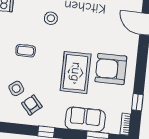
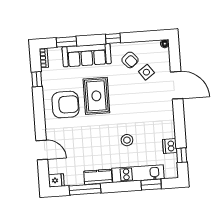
coffee table: (26, 51) -> (144, 107), removed
sofa: (85, 119) -> (87, 55), width x1.36

